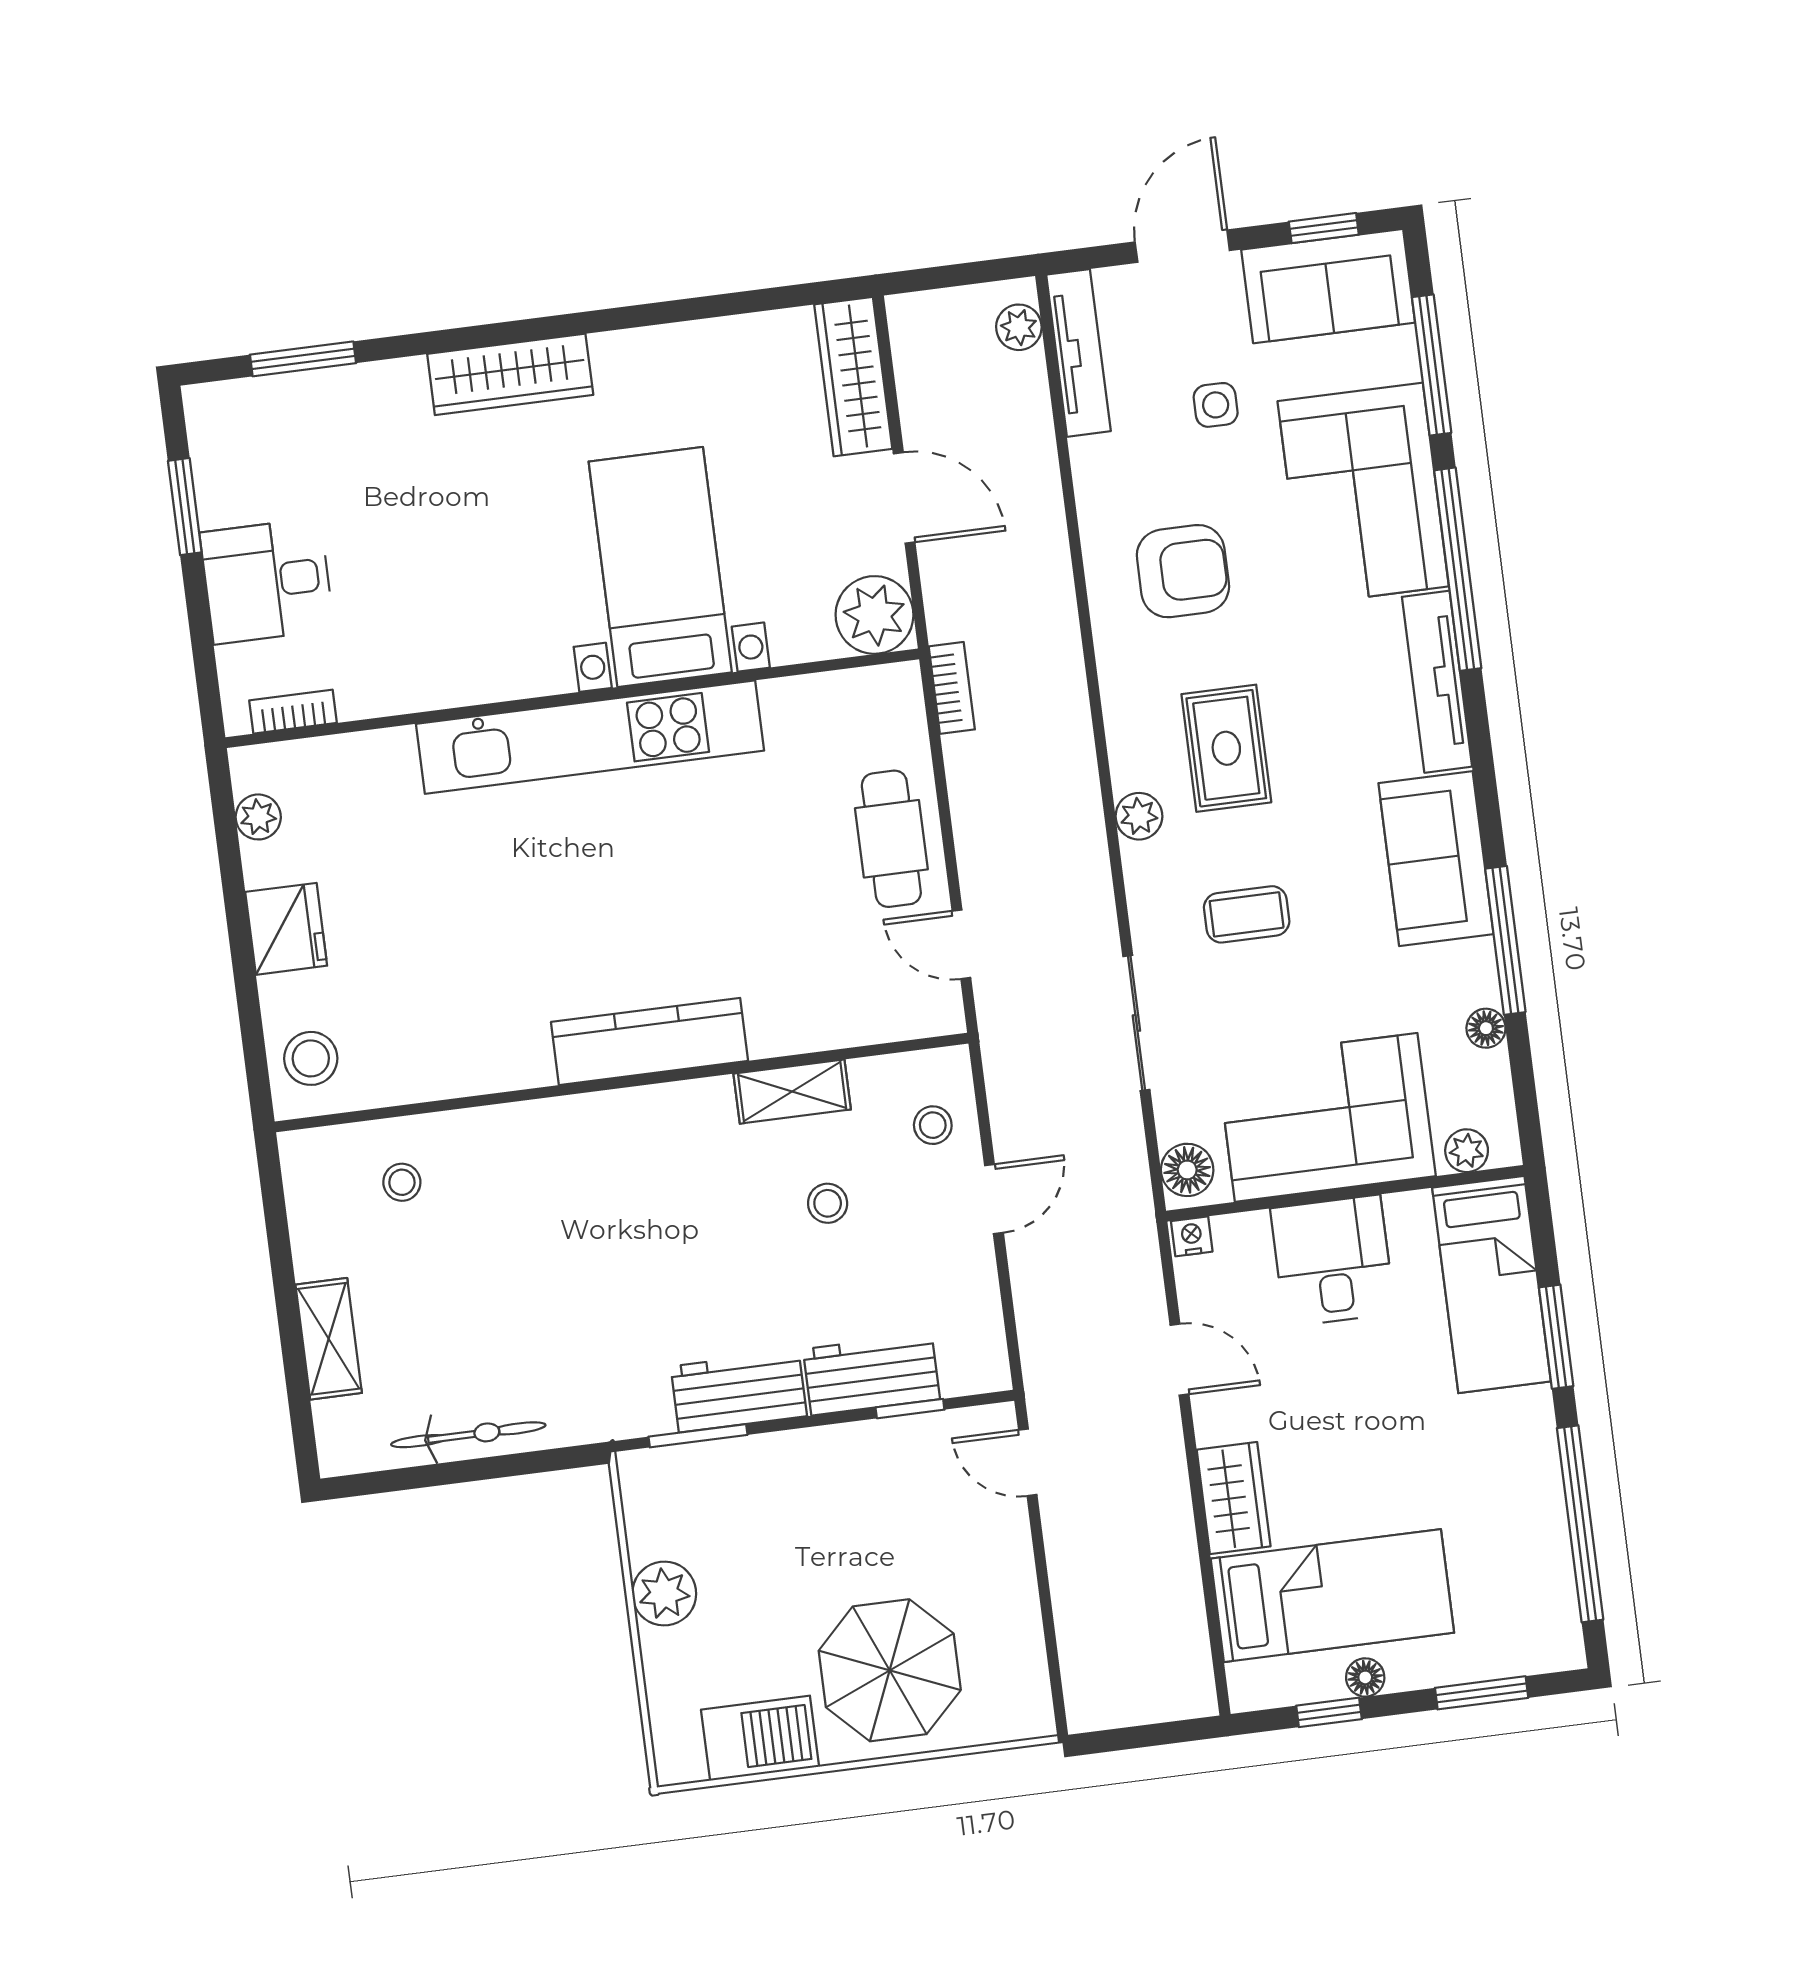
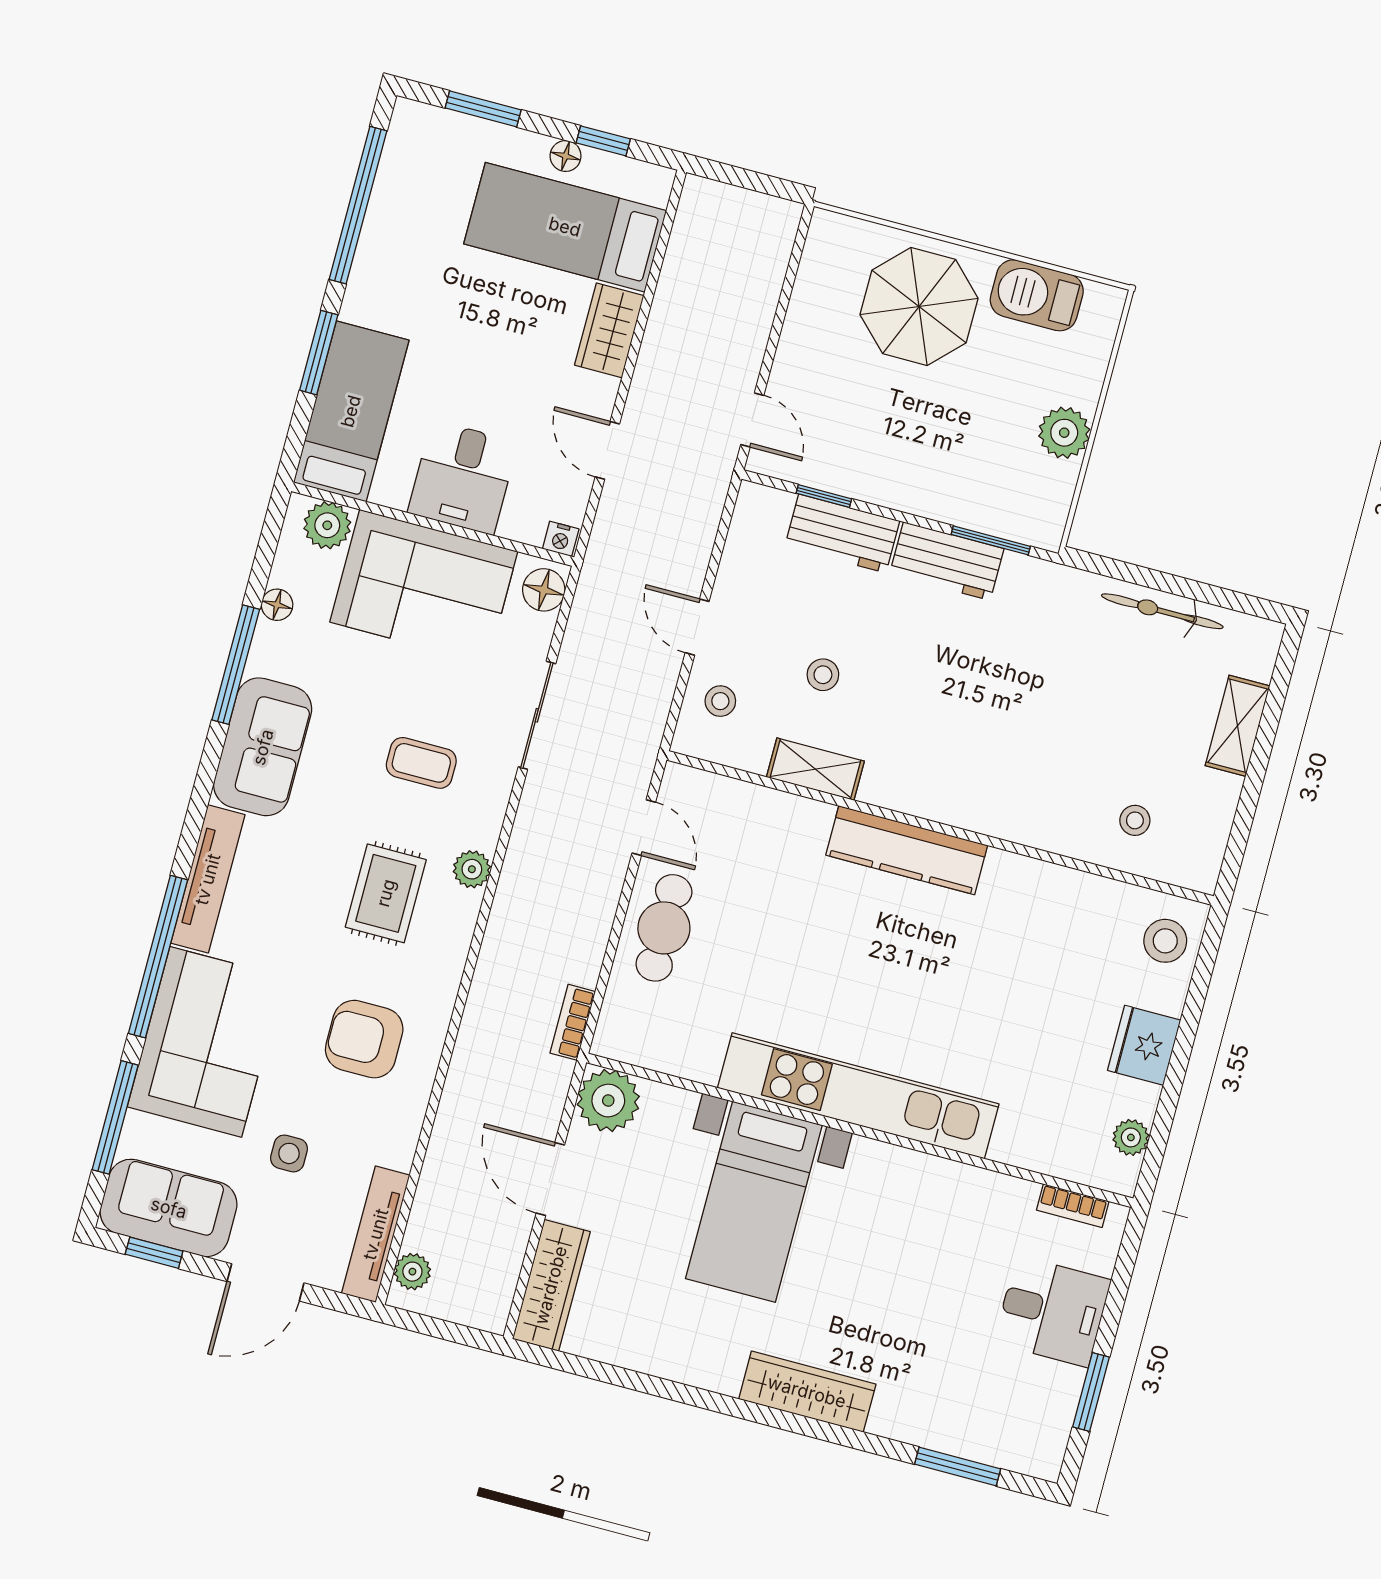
plant: (1467, 1151) -> (327, 525), width x1.38, depth x1.38
door: (994, 1199) -> (697, 627), hinge flipped

